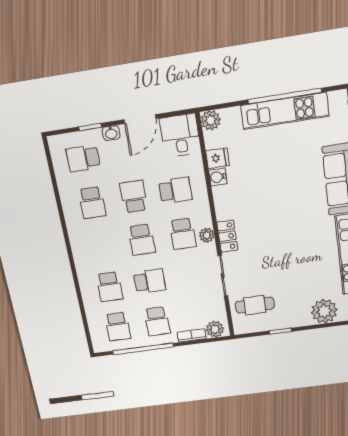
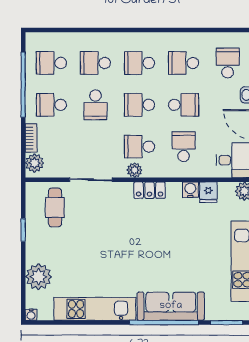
school desk: (175, 190) -> (184, 147), turned 180
locker: (227, 236) -> (150, 190), moved
school desk: (101, 245) -> (140, 63), added

